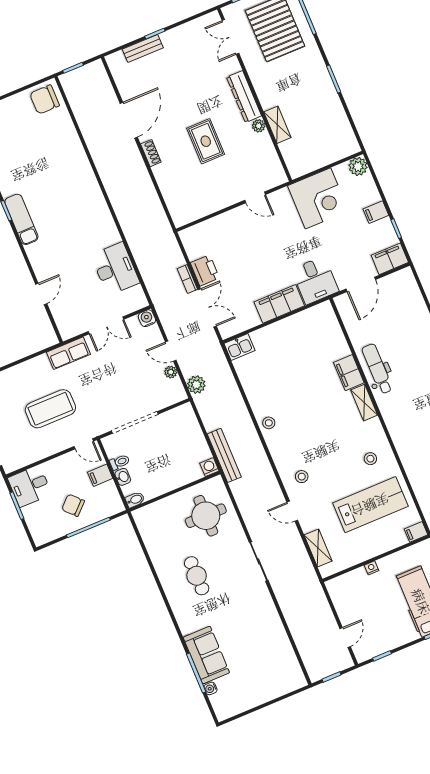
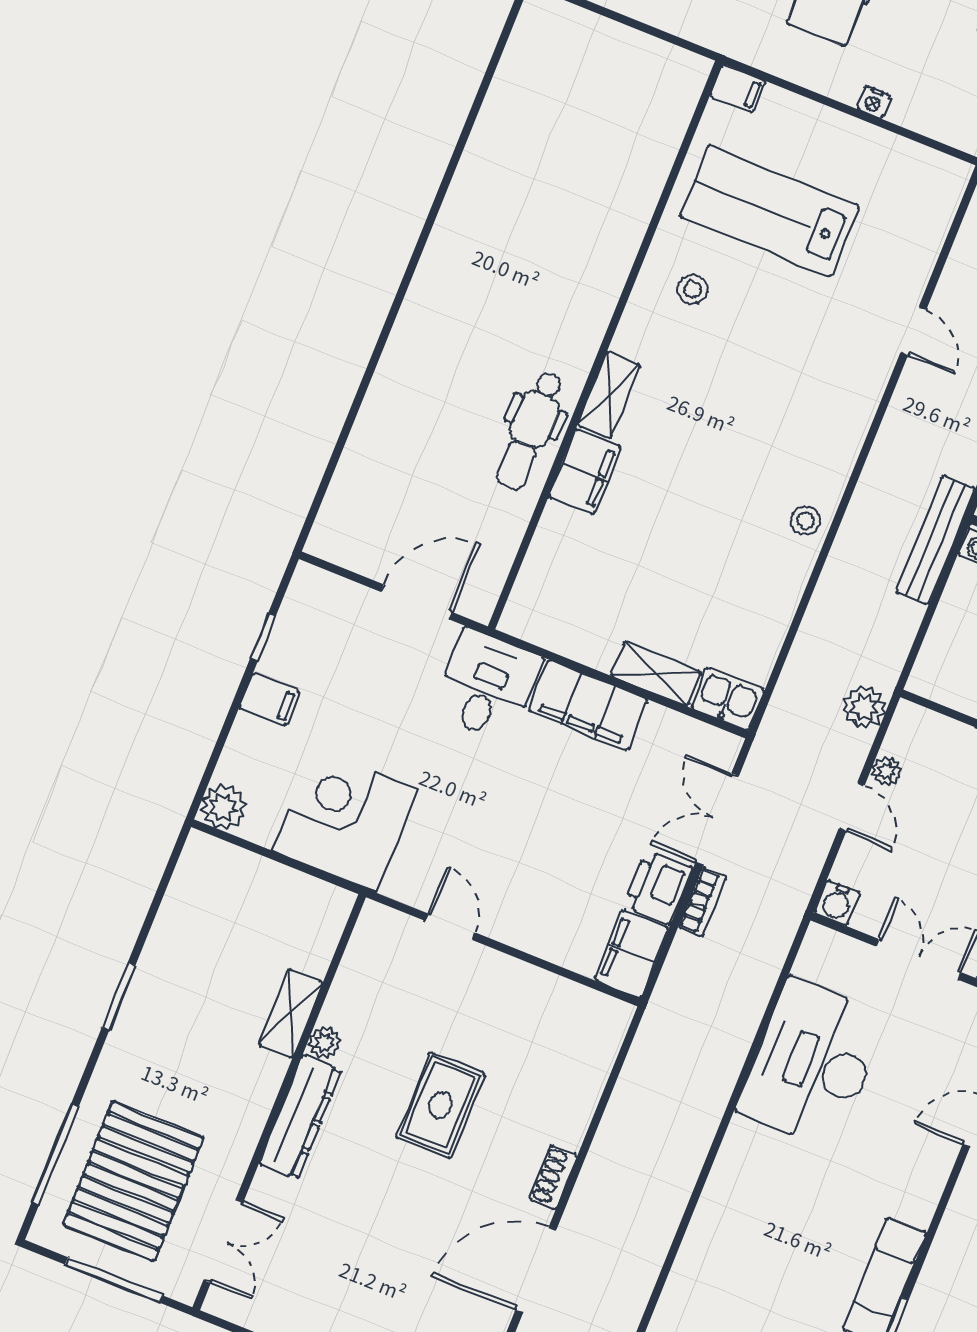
filing cabinet: (390, 259) -> (631, 954), moved, turned 90
desk: (115, 269) -> (812, 1063), width x1.36, depth x1.30
stool: (302, 477) -> (839, 374), removed
shelving: (318, 548) -> (656, 674), moved, turned 90

